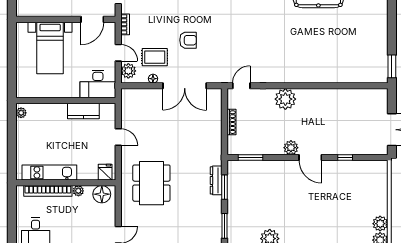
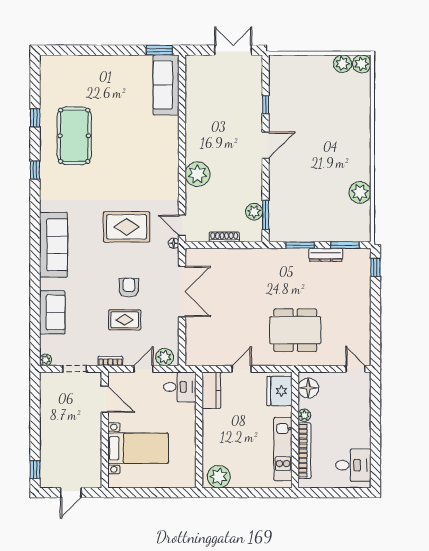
rug: (240, 38) -> (127, 227), added
rug: (155, 57) -> (125, 320), moved, turned 90
sofa: (362, 72) -> (166, 85), added
floor lamp: (153, 79) -> (174, 243), moved
desk: (98, 84) -> (180, 387), width x0.73
kitchen counter: (83, 111) -> (211, 390), moved
plant: (21, 113) -> (219, 477), width x1.88, depth x1.88
plant: (291, 148) -> (254, 212), moved
fridge: (105, 172) -> (279, 391), width x1.88, depth x1.34
dresser: (216, 180) -> (326, 255), moved

